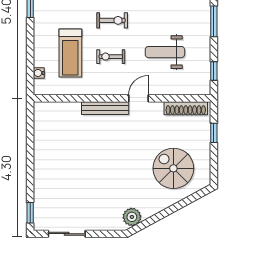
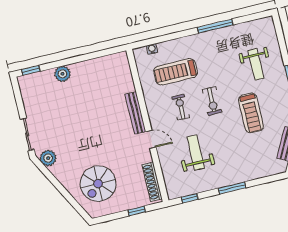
spiral stairs: (173, 168) -> (98, 184), turned 180
plant: (42, 179) -> (62, 74), added
sliding door: (67, 234) -> (27, 134), moved

